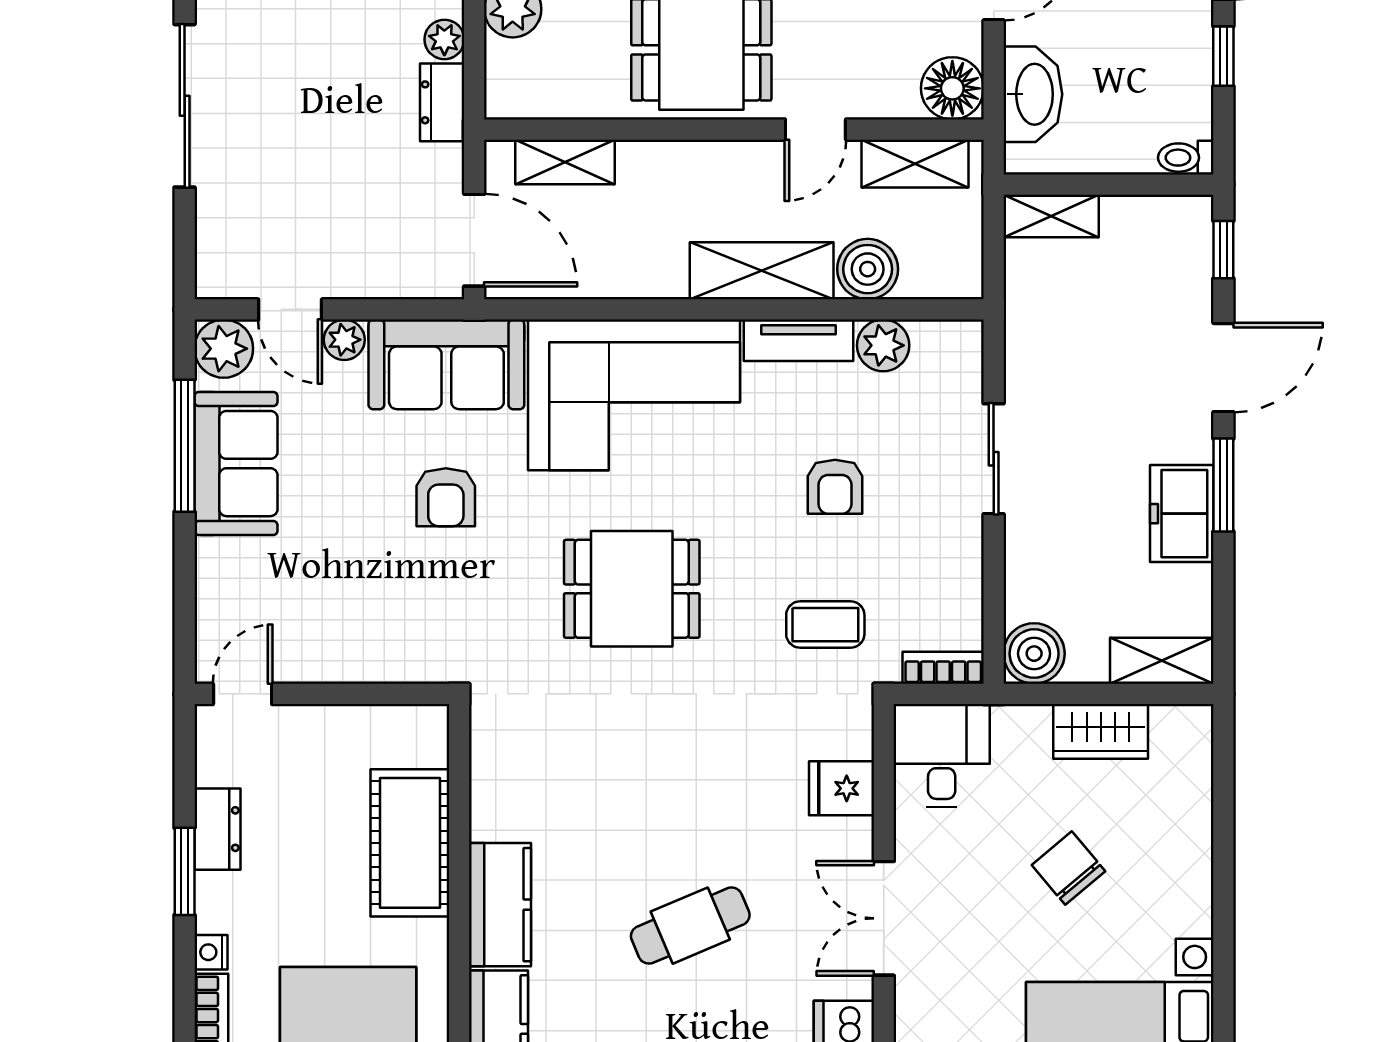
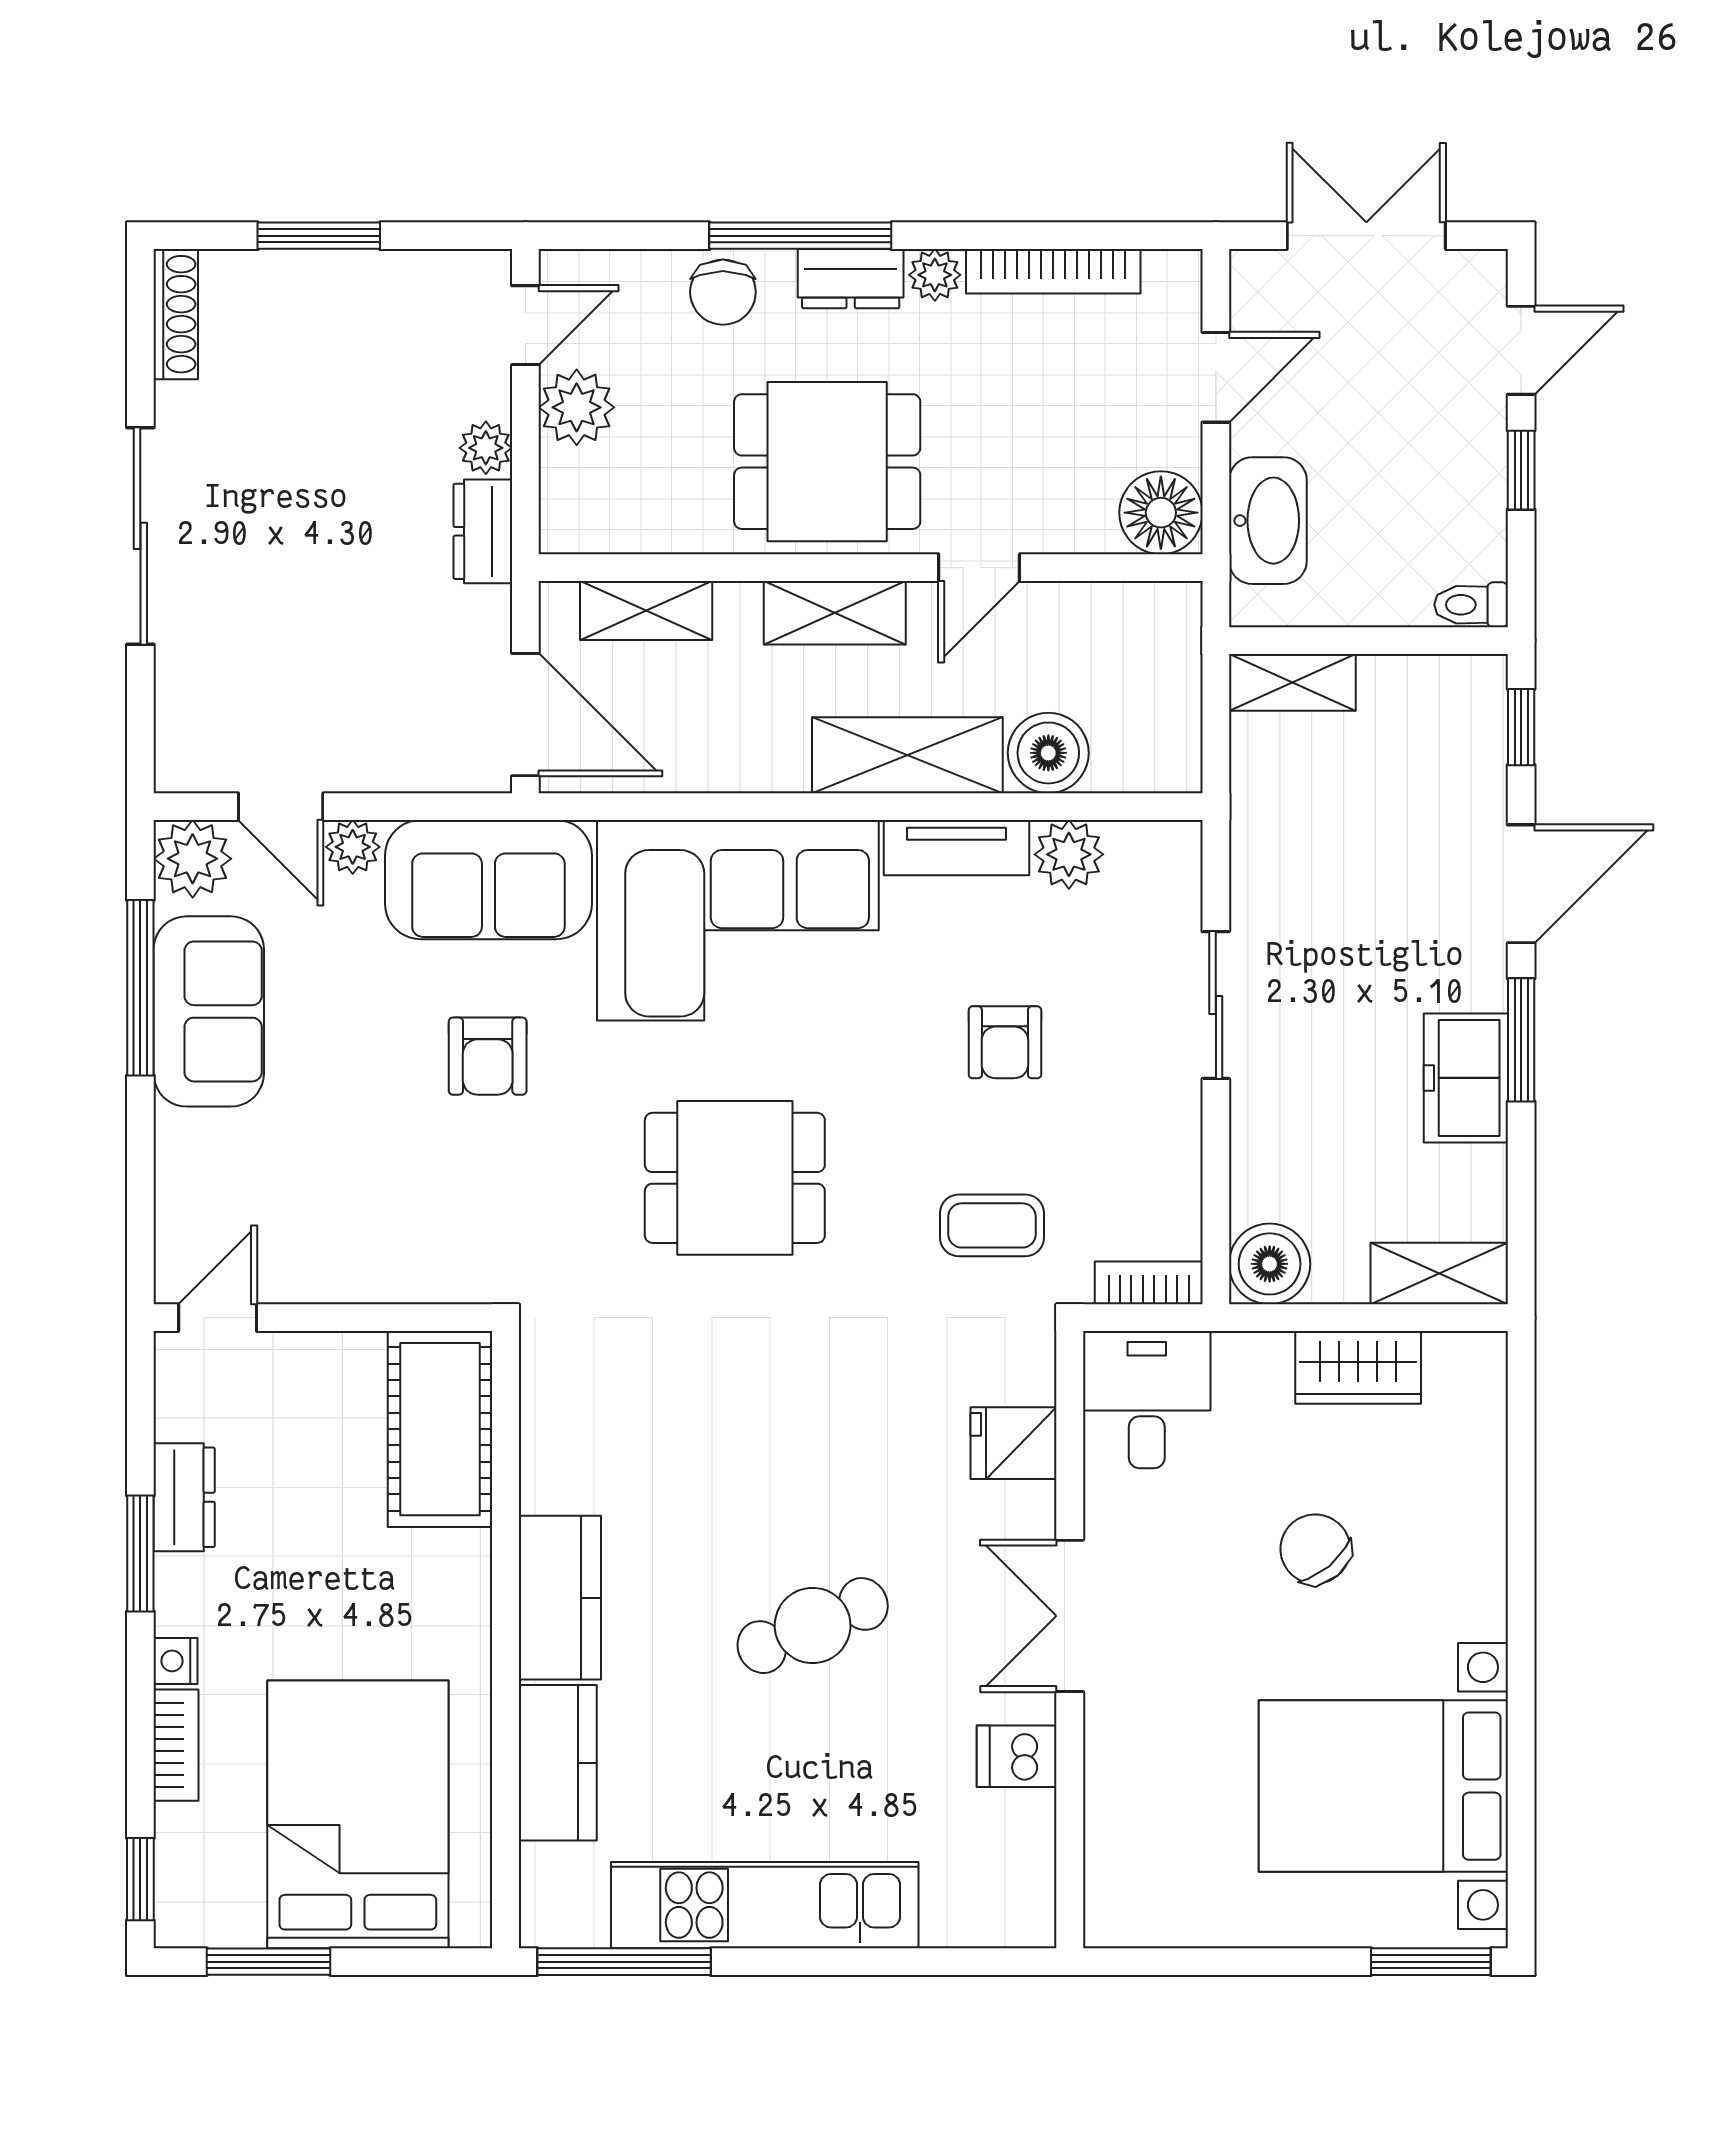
shelving: (915, 164) -> (835, 613), moved
cot: (410, 843) -> (440, 1429), moved

